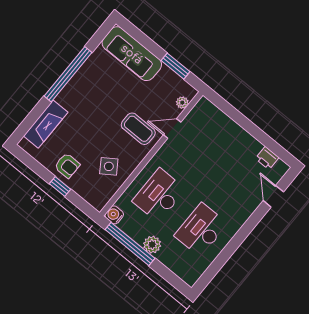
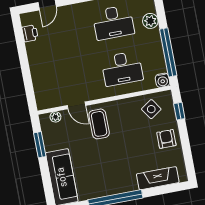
side table: (109, 166) -> (151, 109), moved
window: (60, 187) -> (179, 111), moved
plant: (152, 245) -> (150, 21), moved

